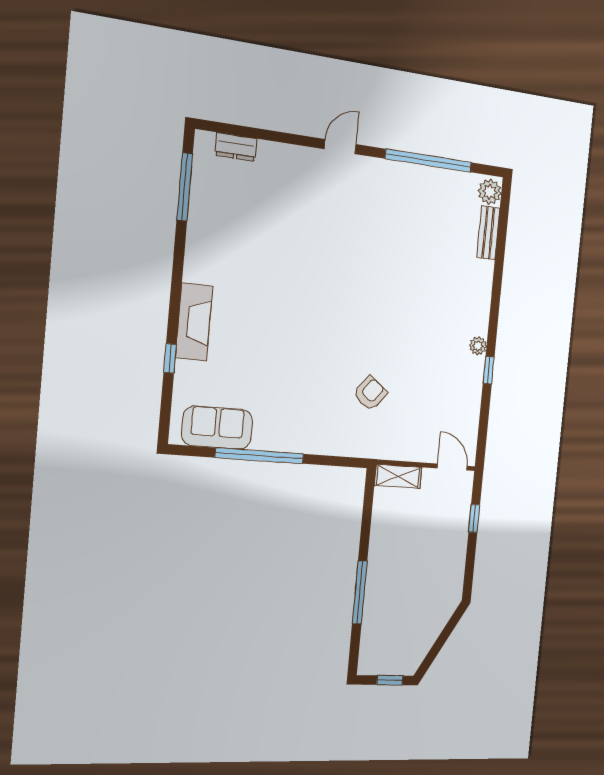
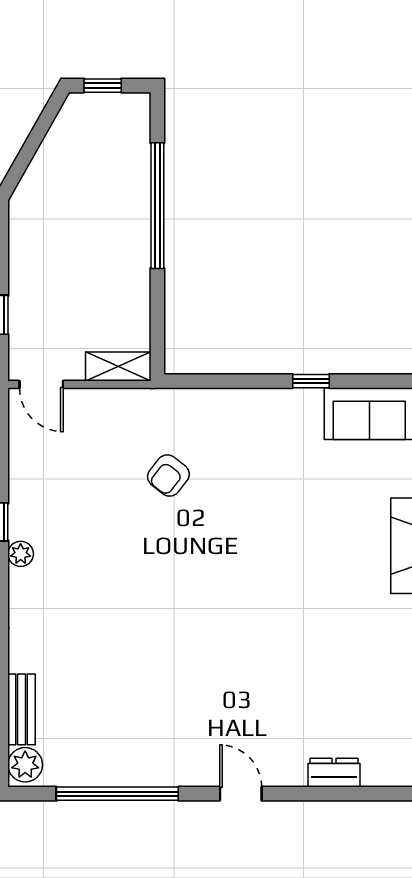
dresser: (236, 147) -> (334, 773), moved
door: (340, 147) -> (241, 794), swing flipped
window: (260, 456) -> (311, 381), width x0.32
window: (360, 592) -> (157, 206), width x1.46

